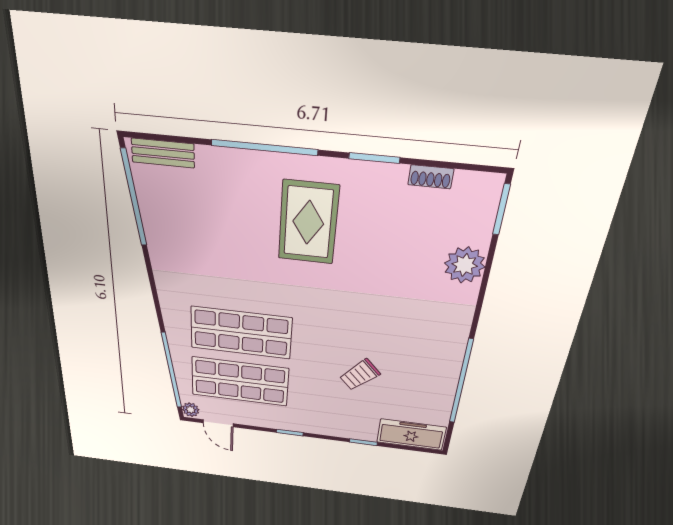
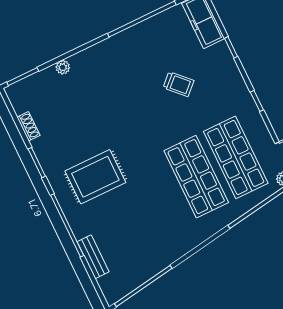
bench: (163, 153) -> (93, 257), moved
plant: (465, 265) -> (63, 67), width x0.53, depth x0.53

